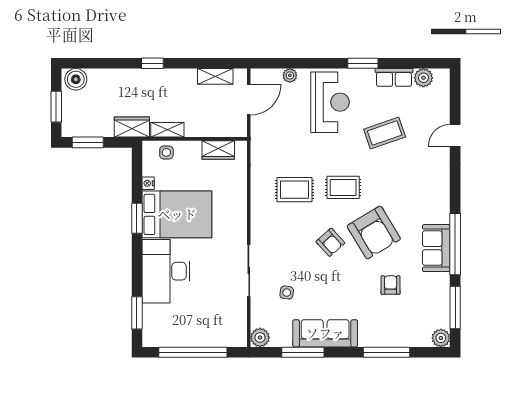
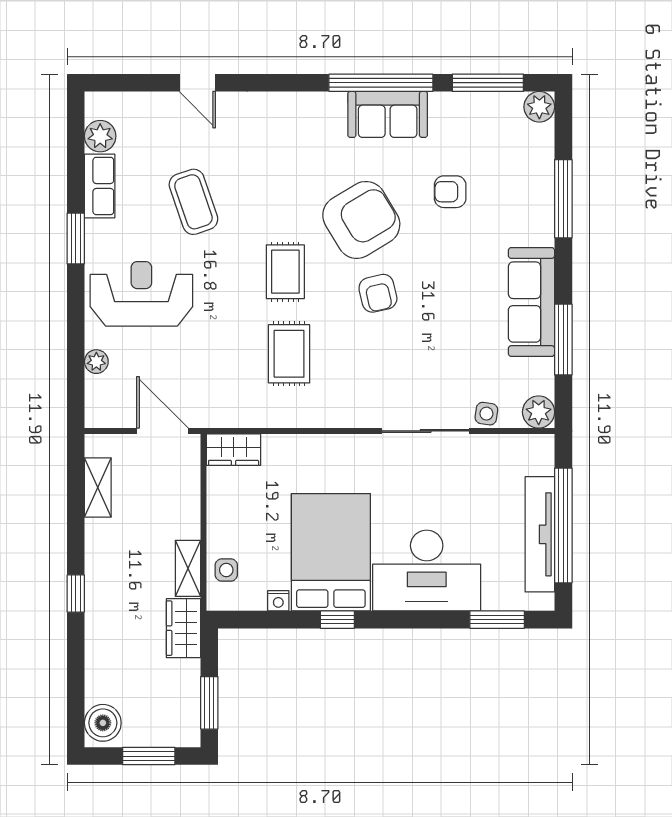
door: (249, 100) -> (162, 431), moved
wardrobe: (218, 150) -> (234, 450), moved, turned 90
window: (137, 218) -> (337, 620), width x0.67
armchair: (330, 242) -> (378, 293), turned 119
side table: (287, 293) -> (486, 414), moved
tv unit: (188, 338) -> (540, 534), added

